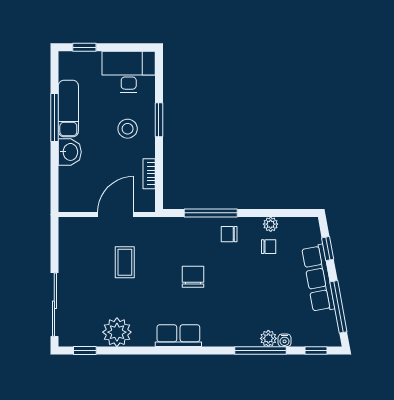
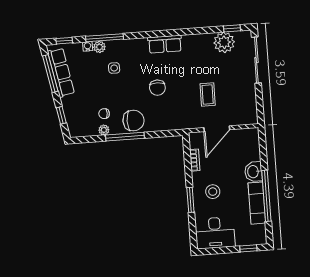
window: (54, 118) -> (266, 196), width x1.46
window: (211, 213) -> (125, 137), moved
chair: (229, 234) -> (133, 121), width x1.87, depth x1.87
row of seats: (318, 278) -> (61, 72), moved
side table: (250, 308) -> (114, 68), added
plant: (117, 332) -> (224, 42), moved

